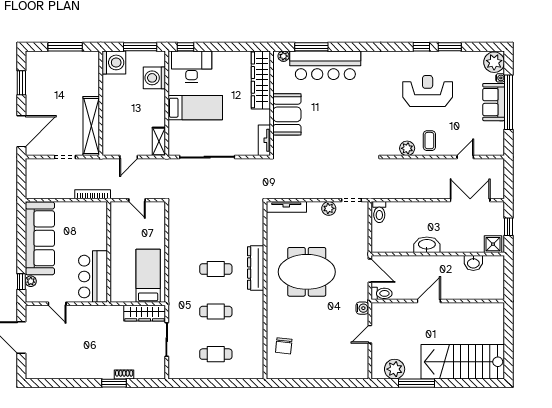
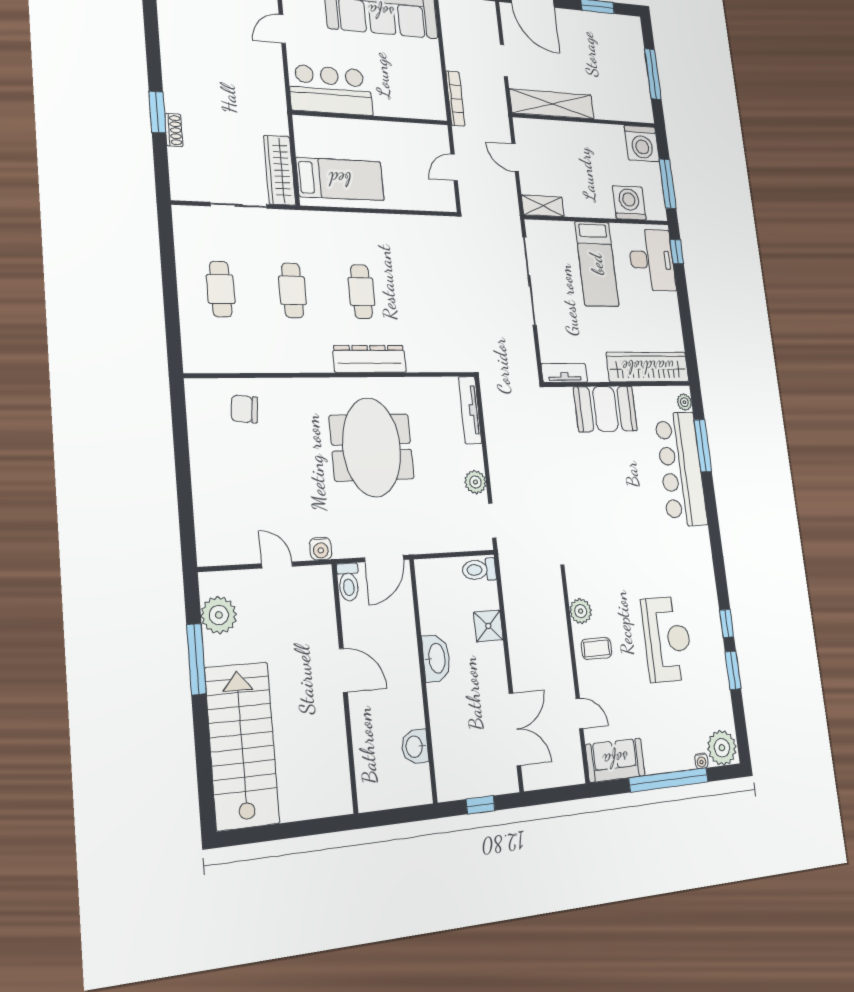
sofa: (494, 102) -> (615, 760), moved
shower: (493, 244) -> (488, 626), moved

